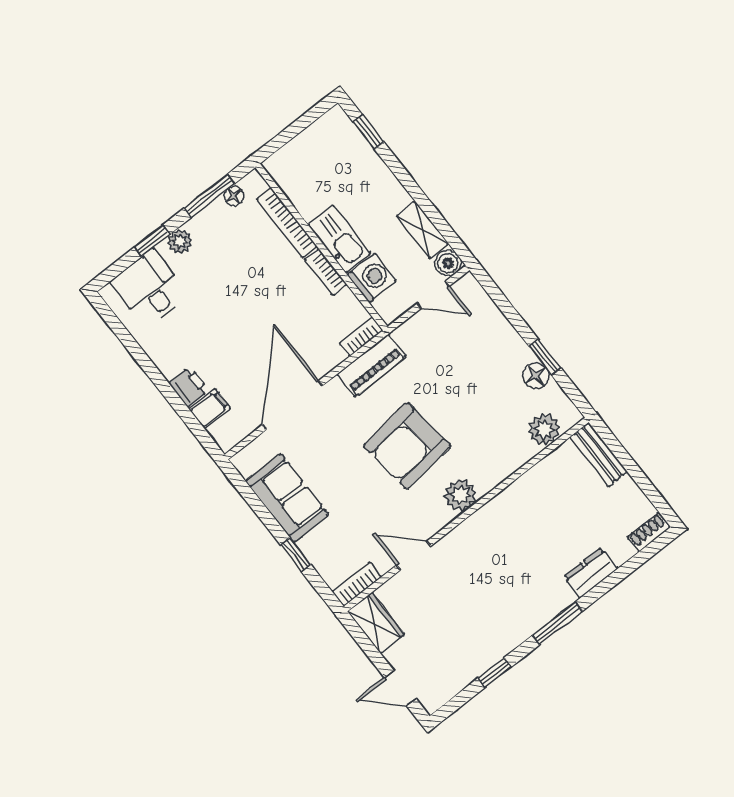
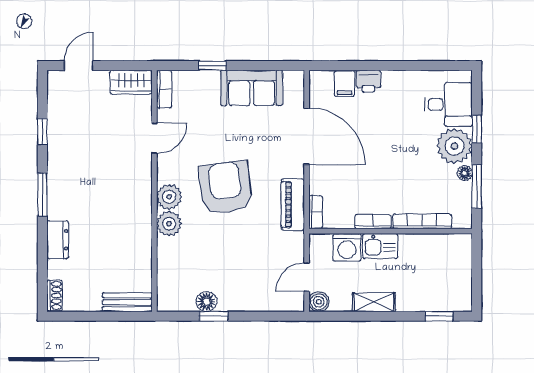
floor lamp: (234, 196) -> (465, 173), moved
shelving: (423, 230) -> (374, 302), moved
kitchen sink: (339, 239) -> (380, 246), width x0.73
plant: (180, 242) -> (454, 146), width x1.88, depth x1.88
plant: (544, 429) -> (169, 224), moved

